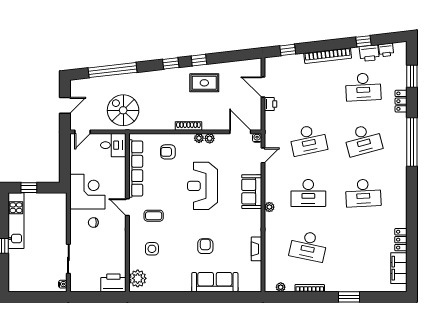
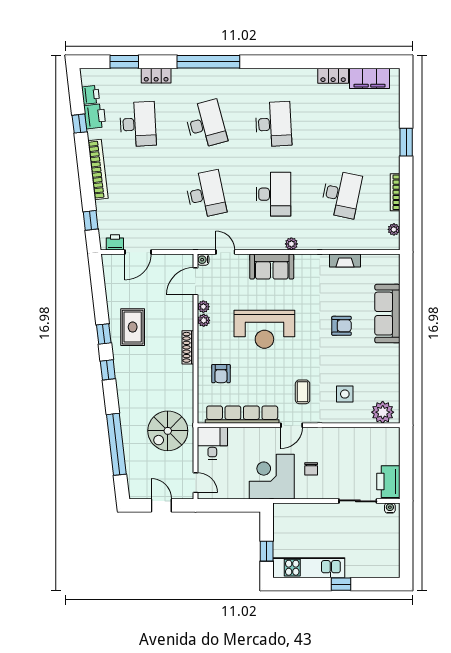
printer: (271, 104) -> (115, 242), moved
plant: (199, 138) -> (203, 307), moved
armchair: (205, 246) -> (342, 326), turned 180
printer: (113, 283) -> (388, 482), moved

